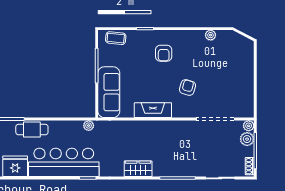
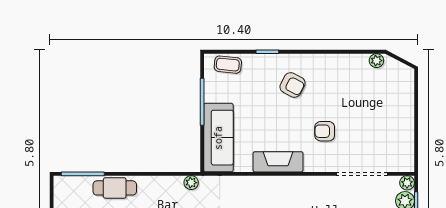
plant: (211, 35) -> (376, 61), moved
armchair: (164, 53) -> (292, 85), turned -62
armchair: (188, 87) -> (325, 131), turned -106

